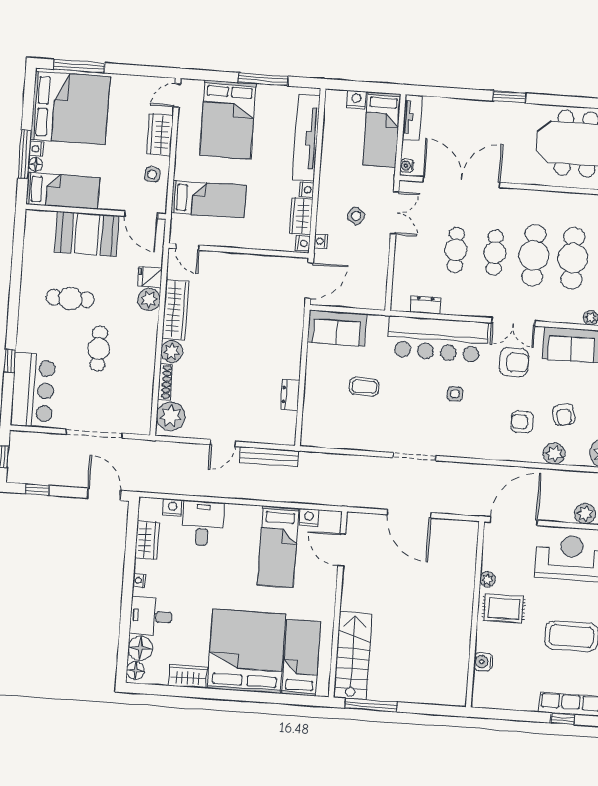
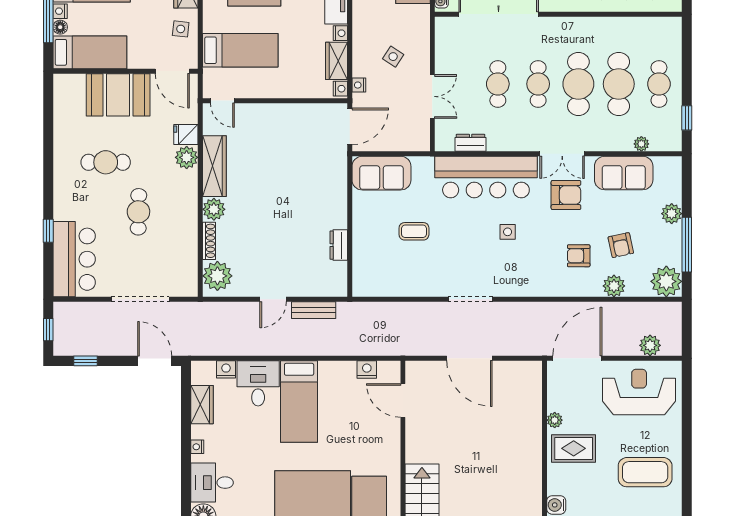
double door: (395, 213) -> (432, 96), moved
bench: (269, 457) -> (314, 310), width x0.73
bed: (278, 546) -> (299, 402), moved

